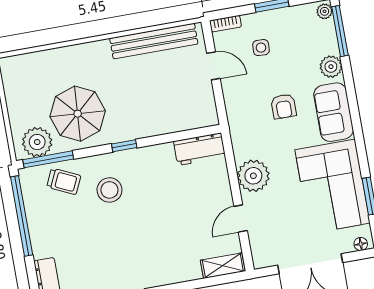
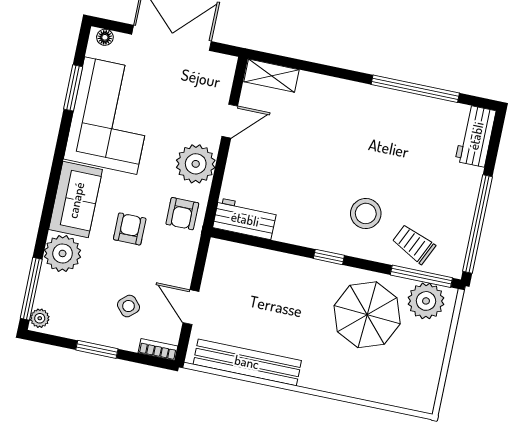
side table: (261, 48) -> (128, 306), turned 45
plant: (331, 67) -> (63, 253), width x1.36, depth x1.36
armchair: (248, 134) -> (182, 214), added

